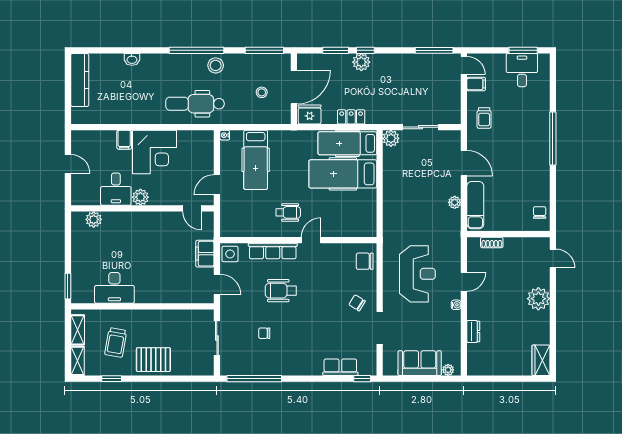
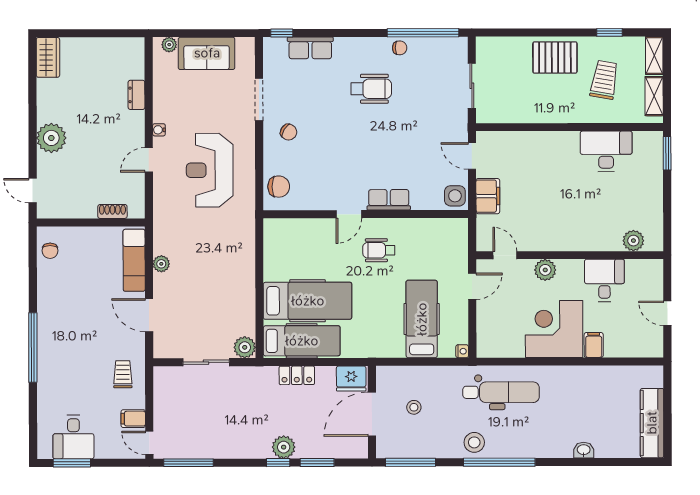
plant: (140, 197) -> (545, 270), moved
row of seats: (273, 251) -> (389, 200), width x0.68
wheelchair: (281, 291) -> (371, 89), moved
chair: (264, 333) -> (400, 48), moved

